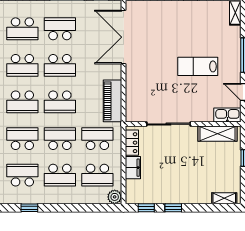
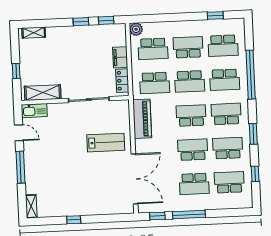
lab bench: (198, 66) -> (106, 143), moved
school desk: (97, 175) -> (153, 49), turned 180

